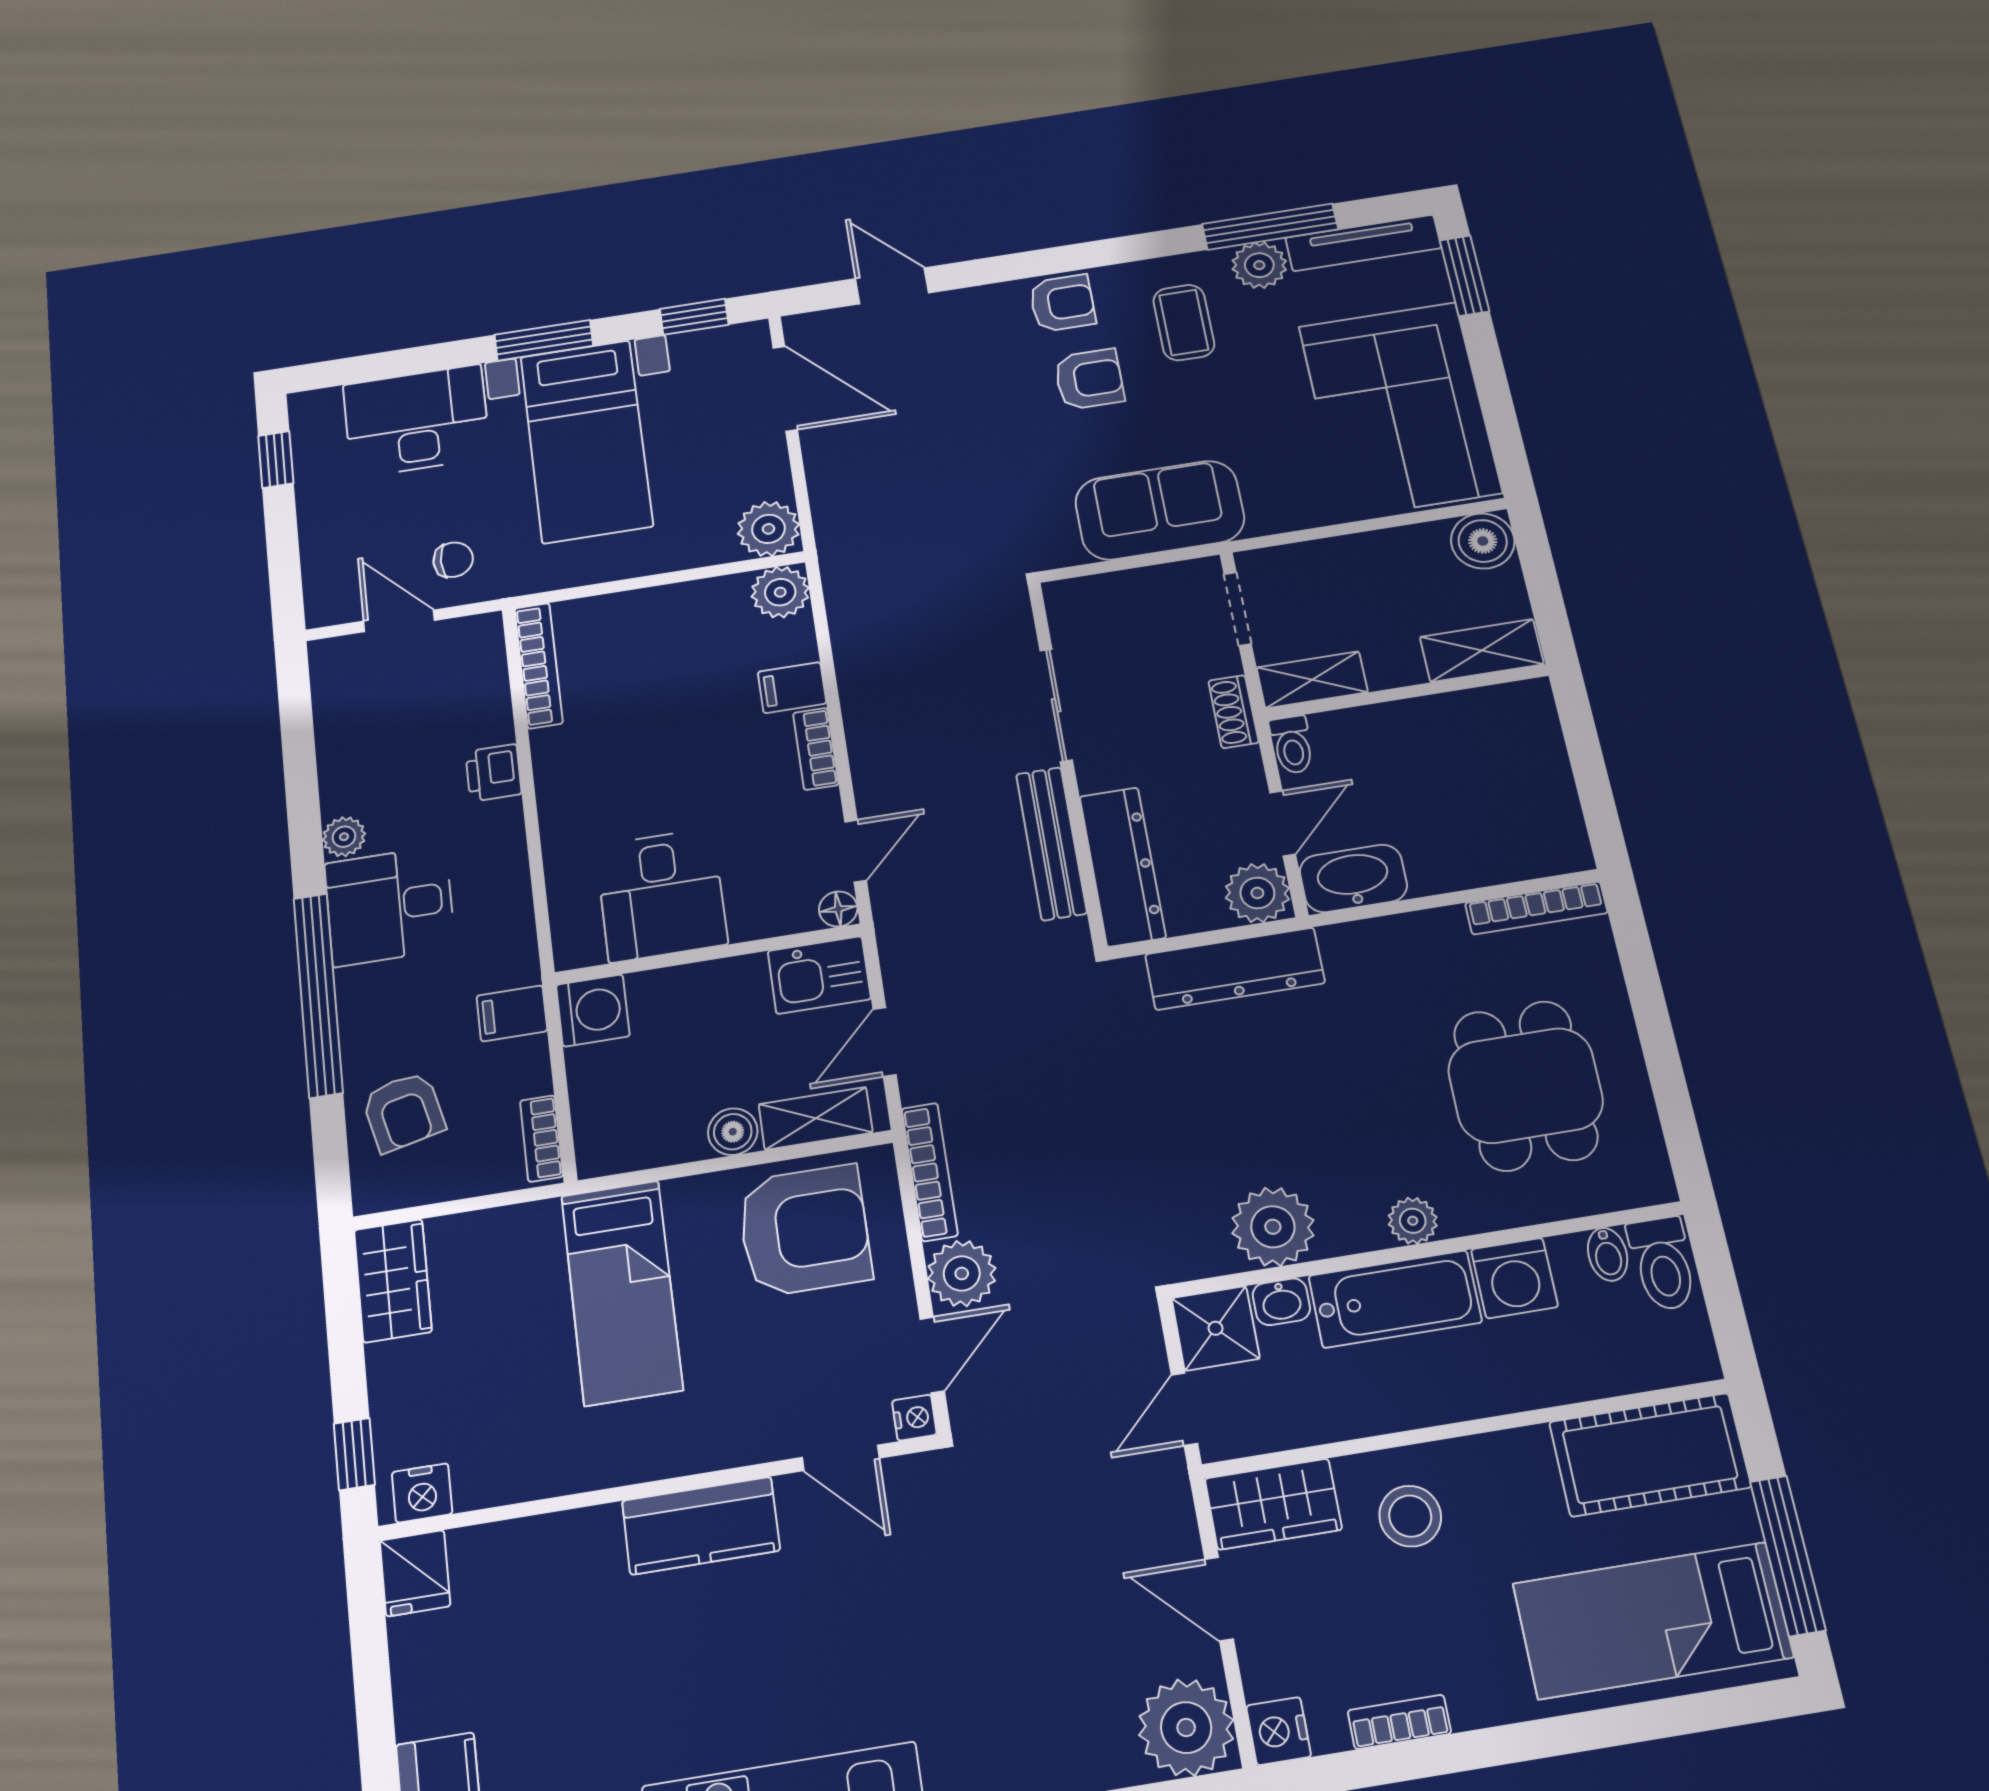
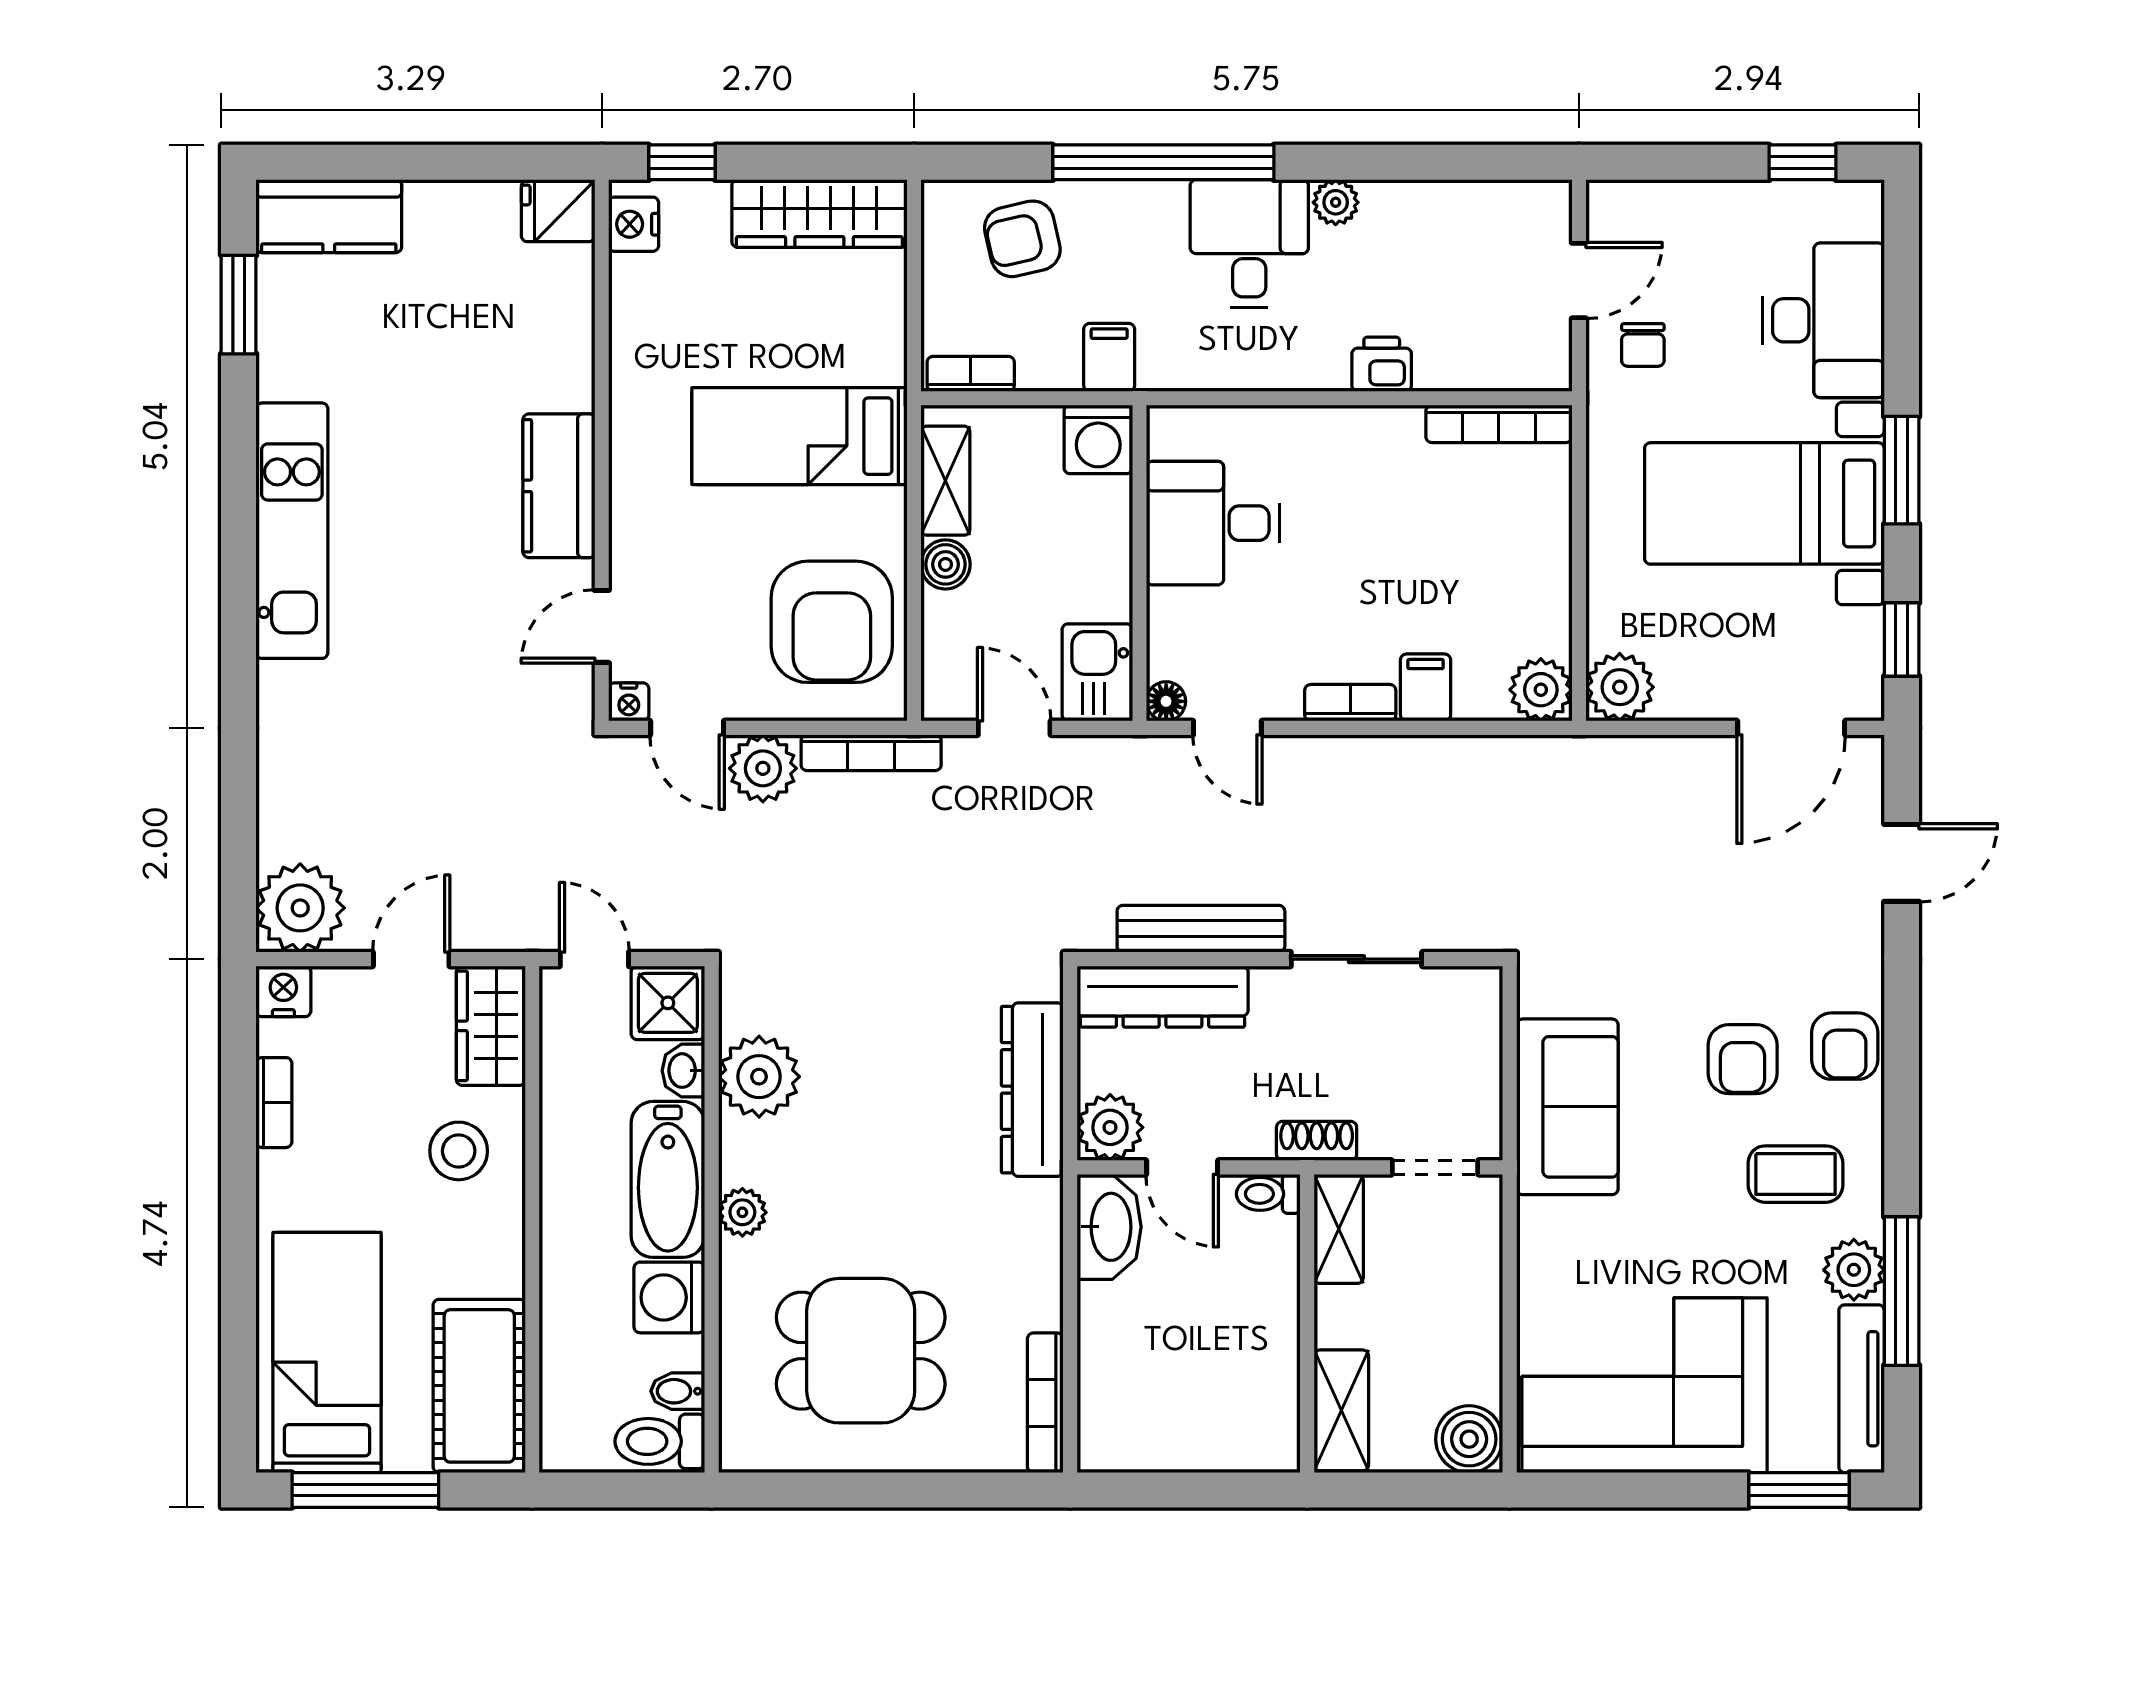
shelving: (816, 1118) -> (945, 481), moved
wardrobe: (393, 1281) -> (819, 214), width x1.50

